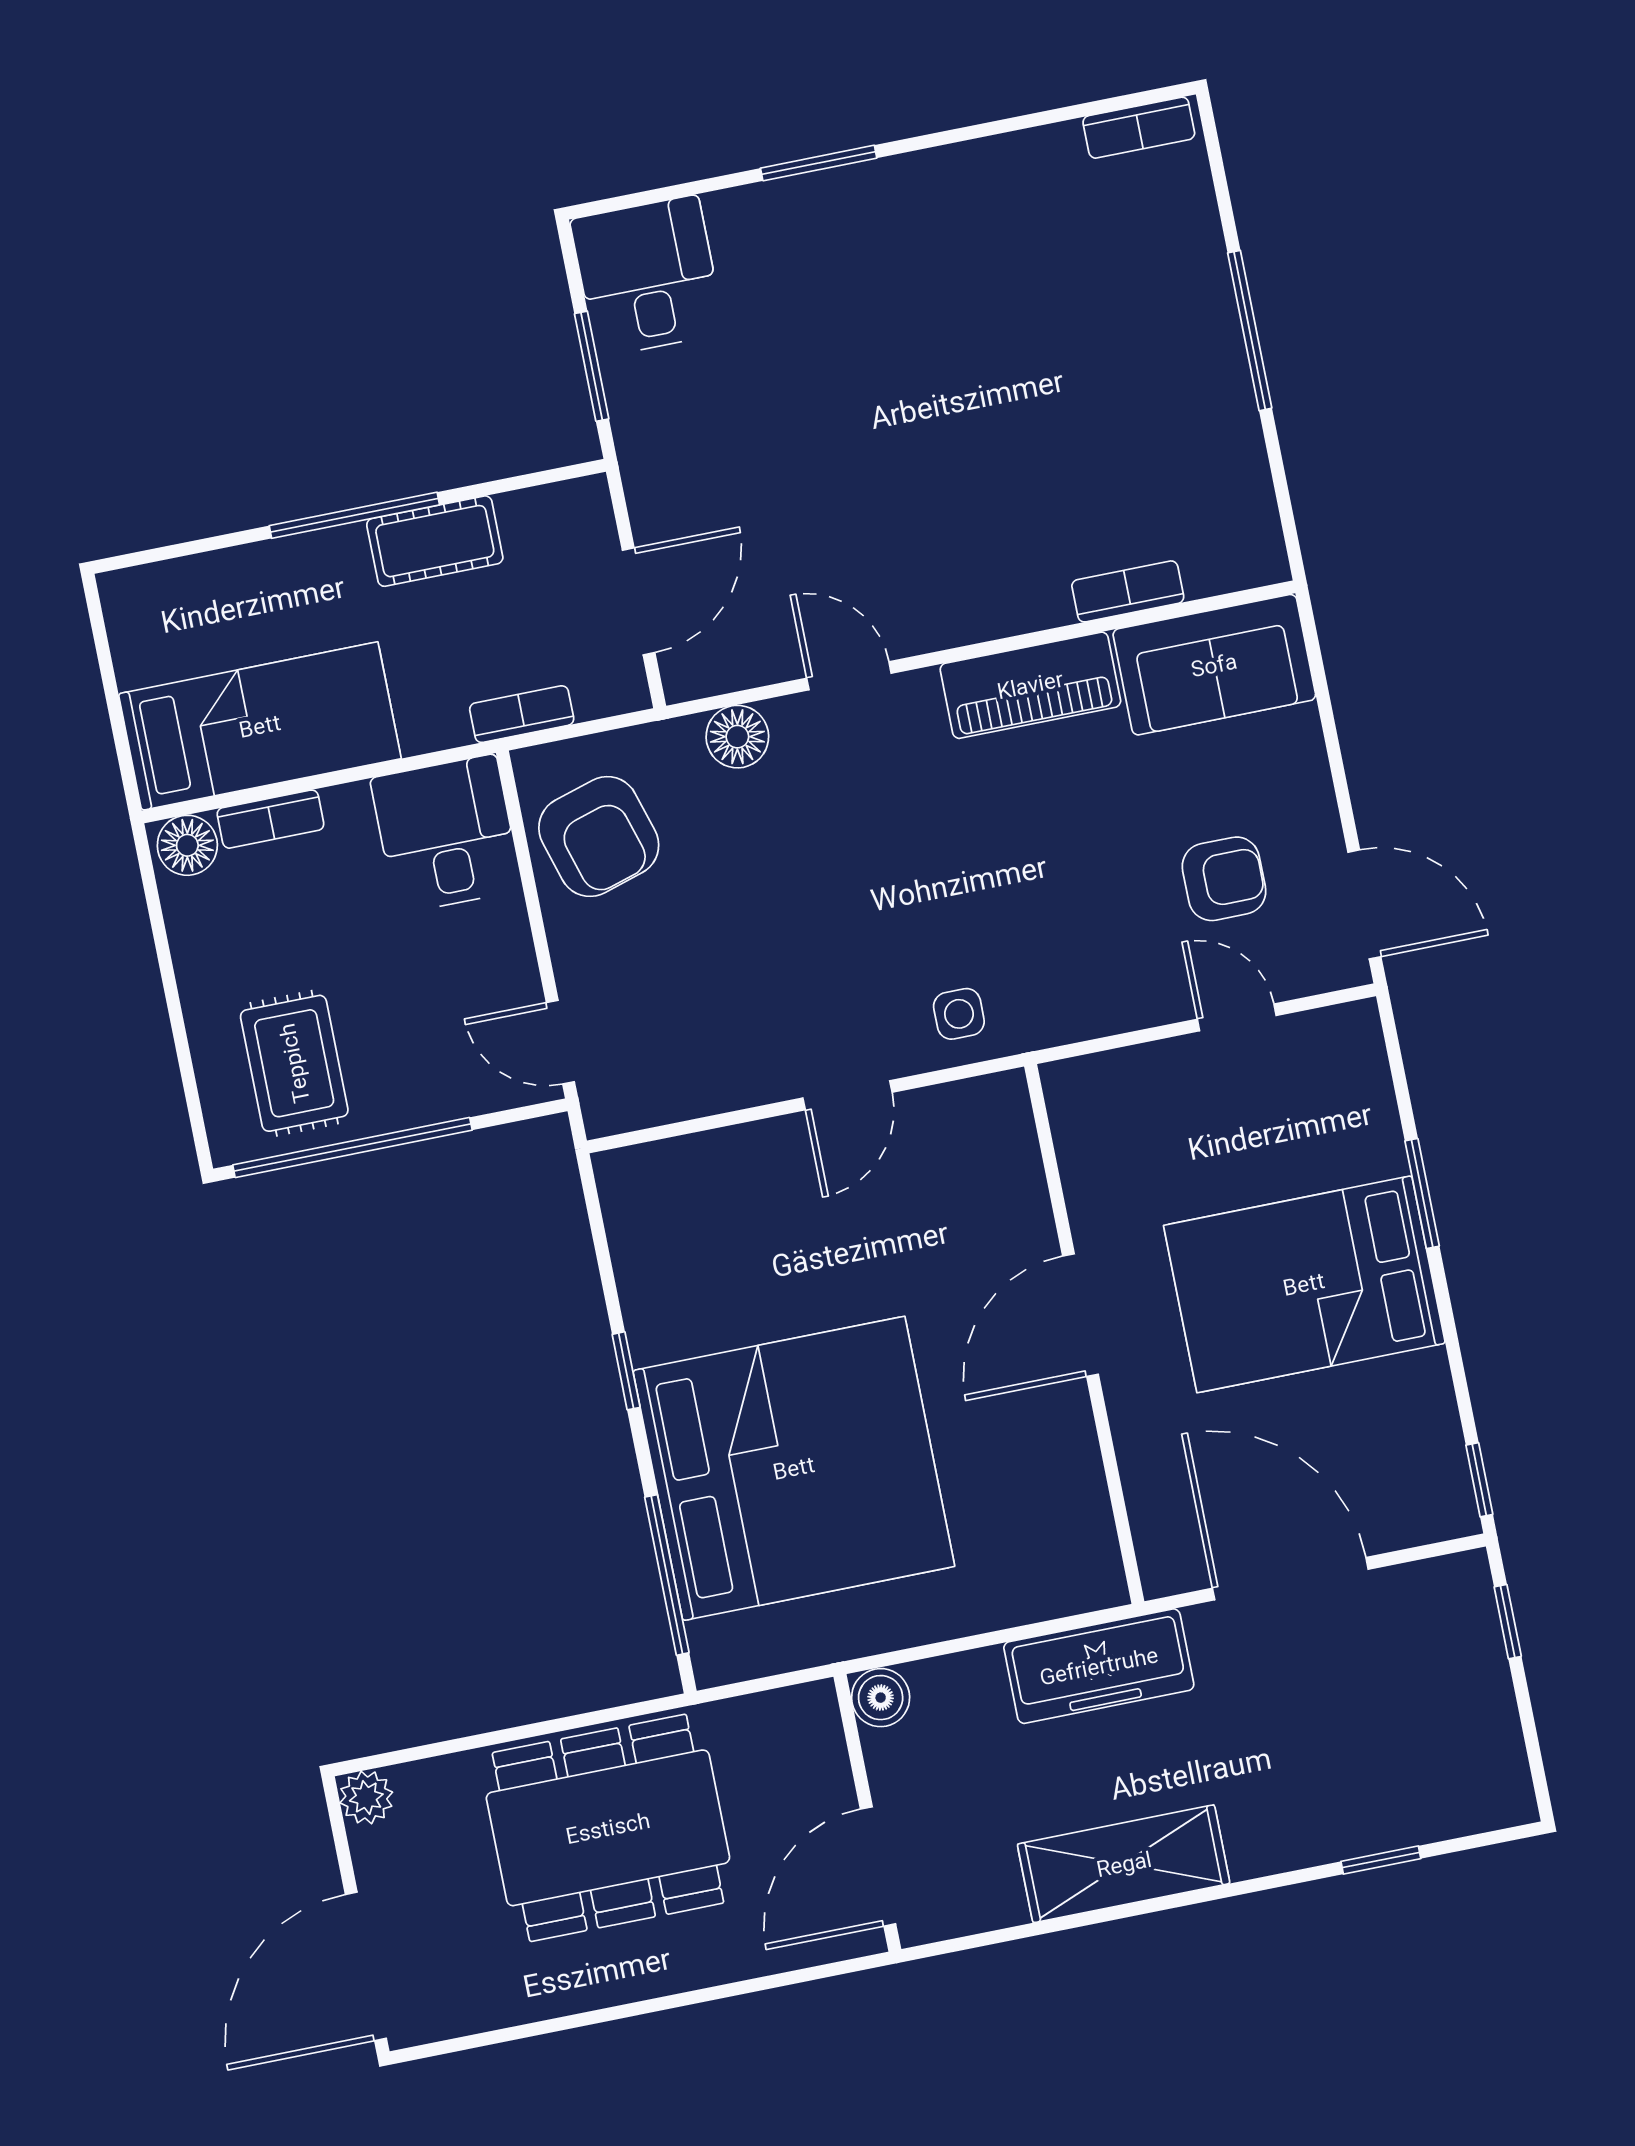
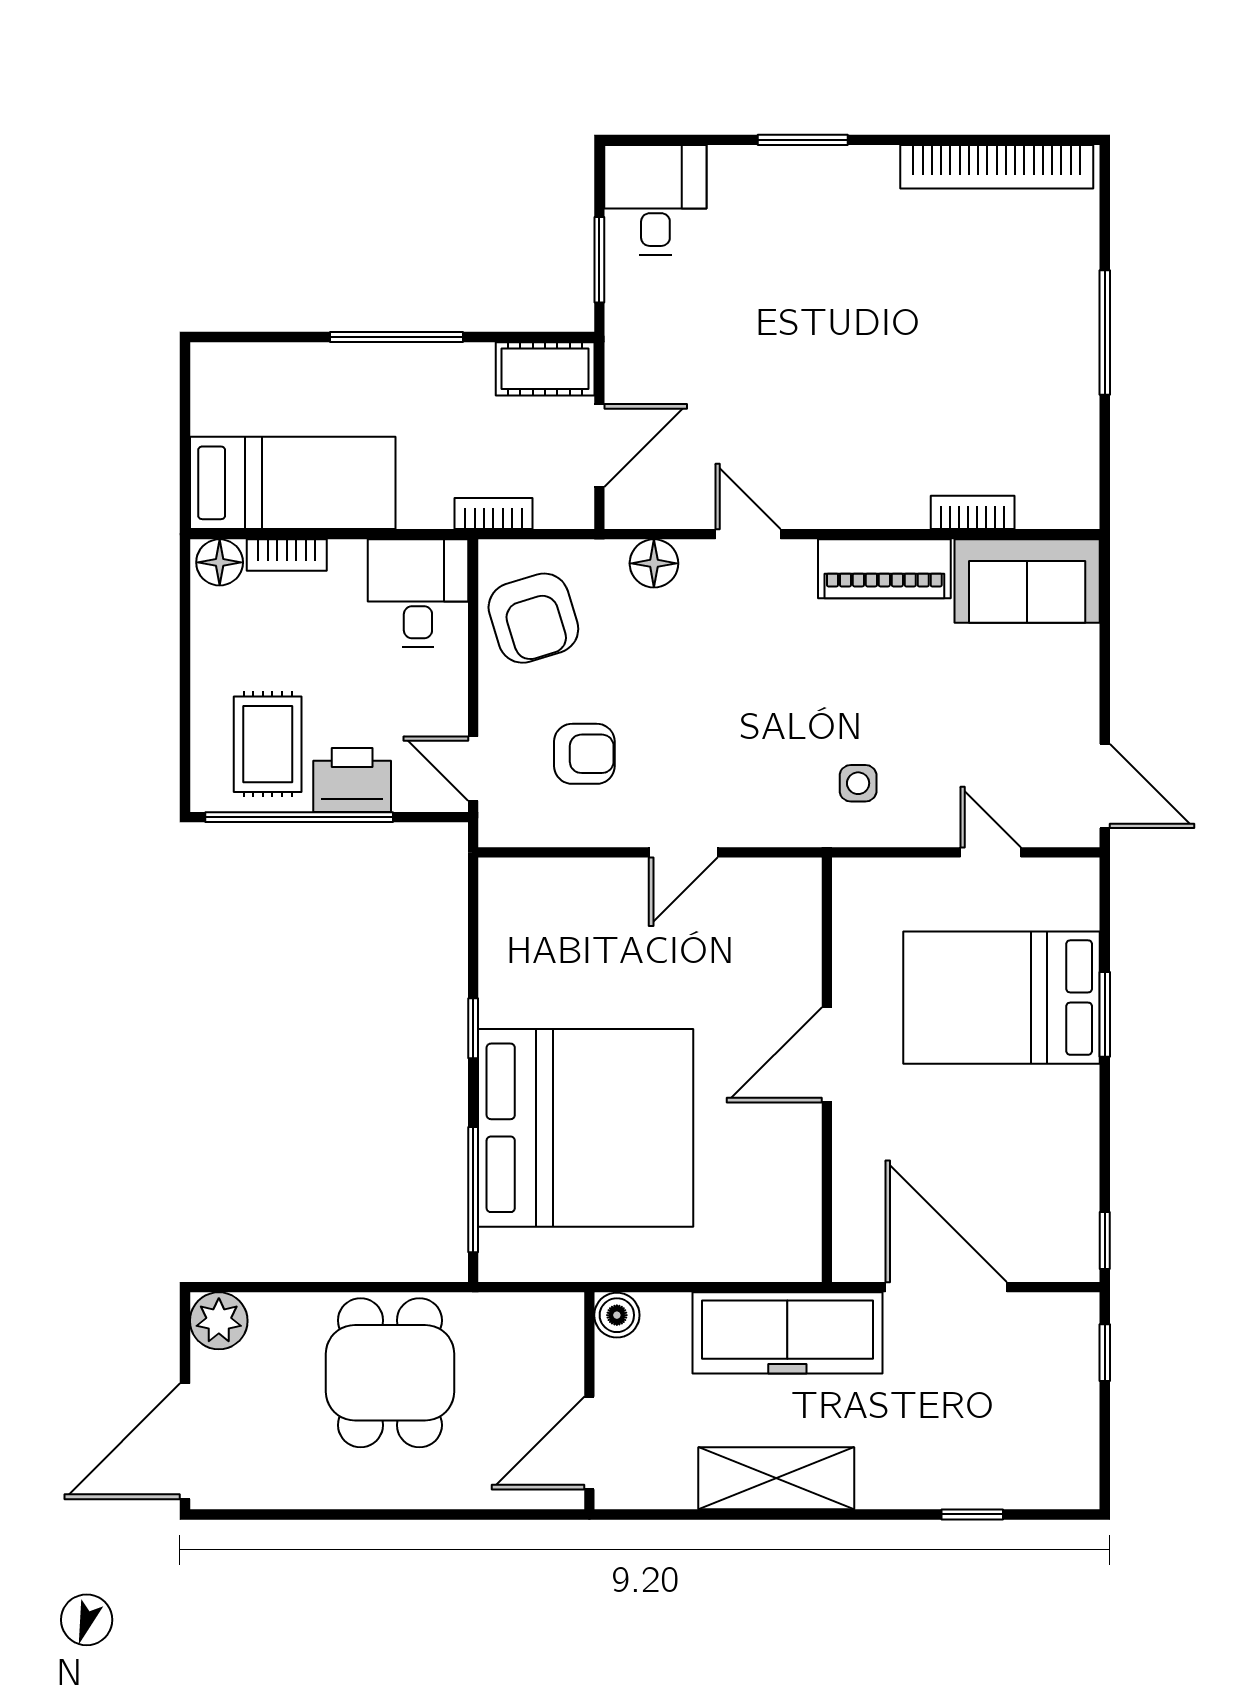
bookcase: (1139, 128) -> (997, 167), width x2.31, depth x1.31
cot: (435, 541) -> (545, 369), moved
armchair: (1224, 879) -> (584, 754), moved
side table: (959, 1014) -> (858, 783), moved
printer: (410, 1087) -> (352, 780), added
bed: (1304, 1284) -> (1002, 998), moved
freezer: (1099, 1666) -> (787, 1333), width x1.36, depth x1.26
plant: (366, 1797) -> (219, 1321), width x1.38, depth x1.38
dining table: (608, 1828) -> (390, 1373), width x0.73

